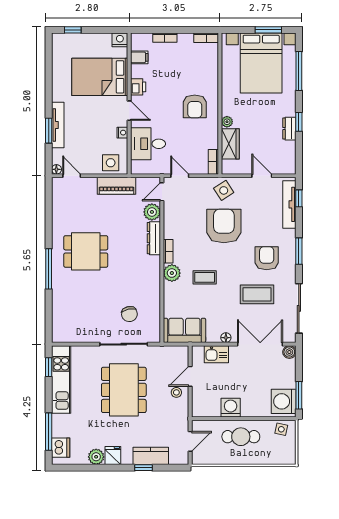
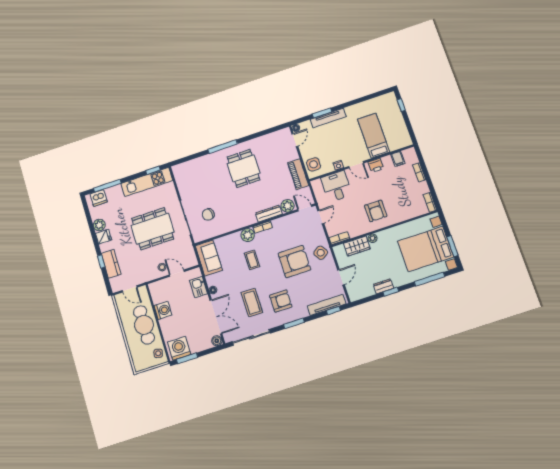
nightstand: (120, 40) -> (406, 141), removed
bed: (100, 77) -> (374, 136), width x0.67
armchair: (195, 106) -> (376, 211), turned -90
door: (129, 111) -> (356, 165), hinge flipped
cafe table: (241, 437) -> (144, 325), width x1.37, depth x1.35

